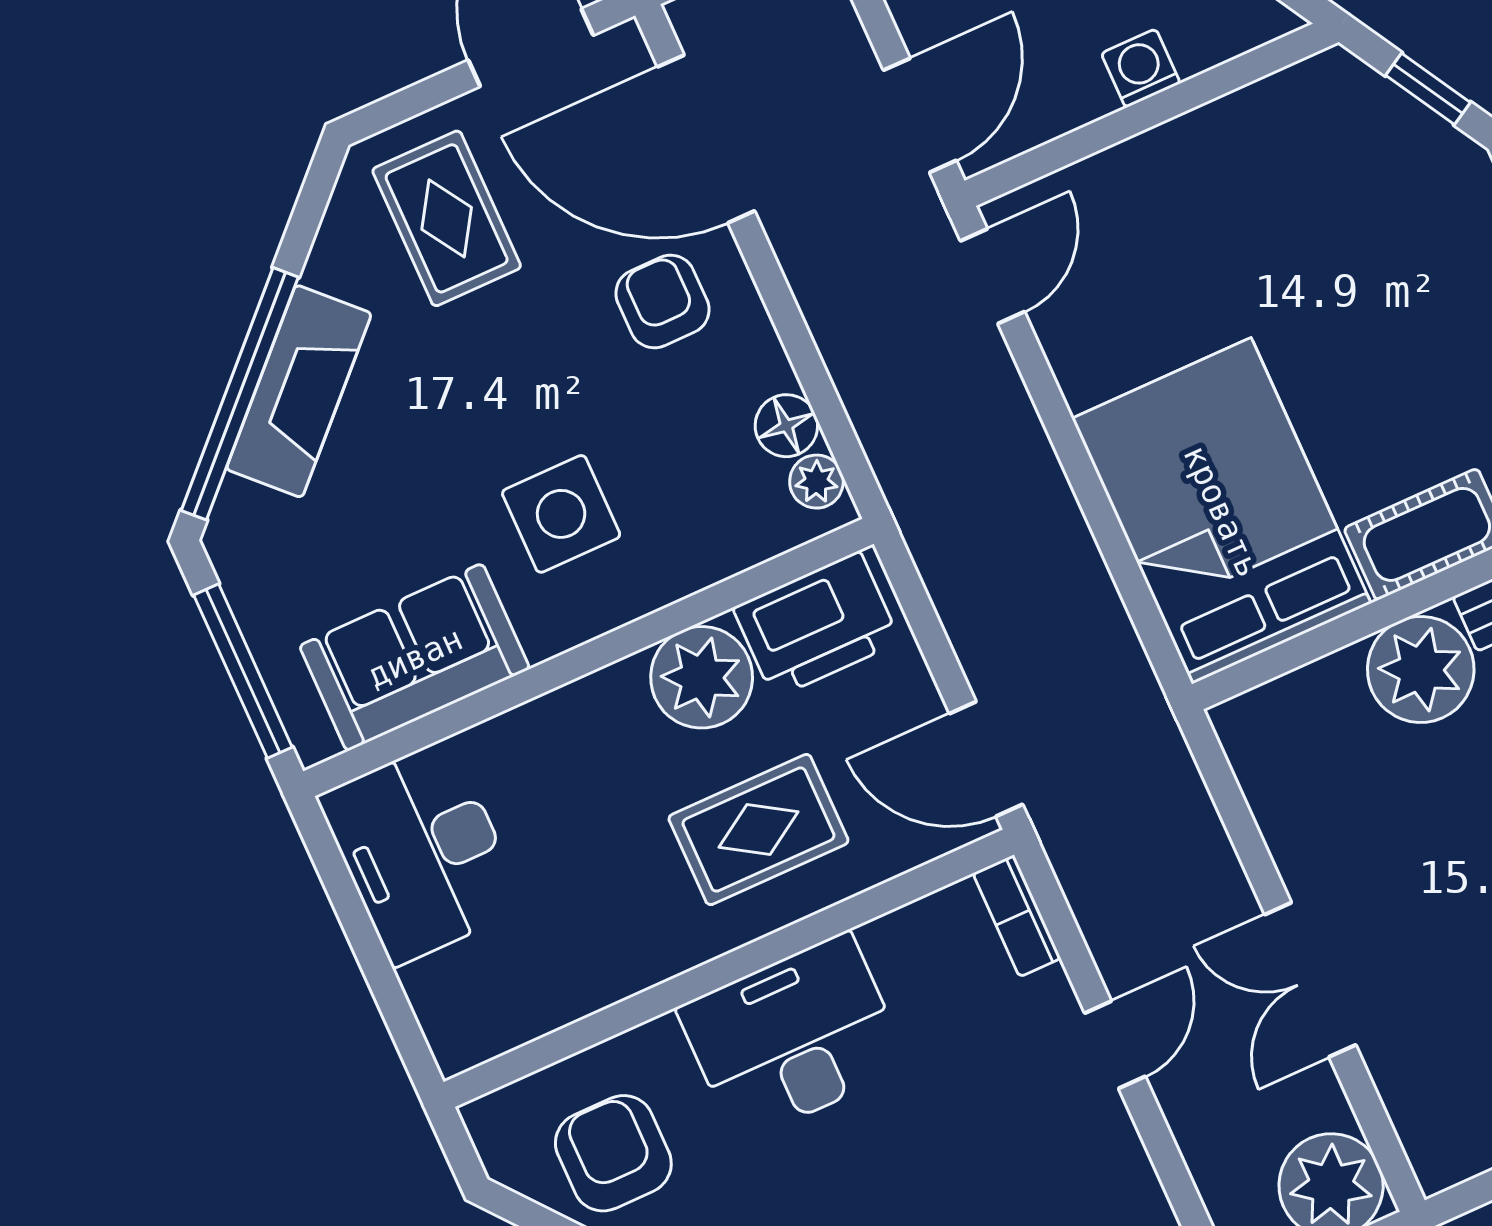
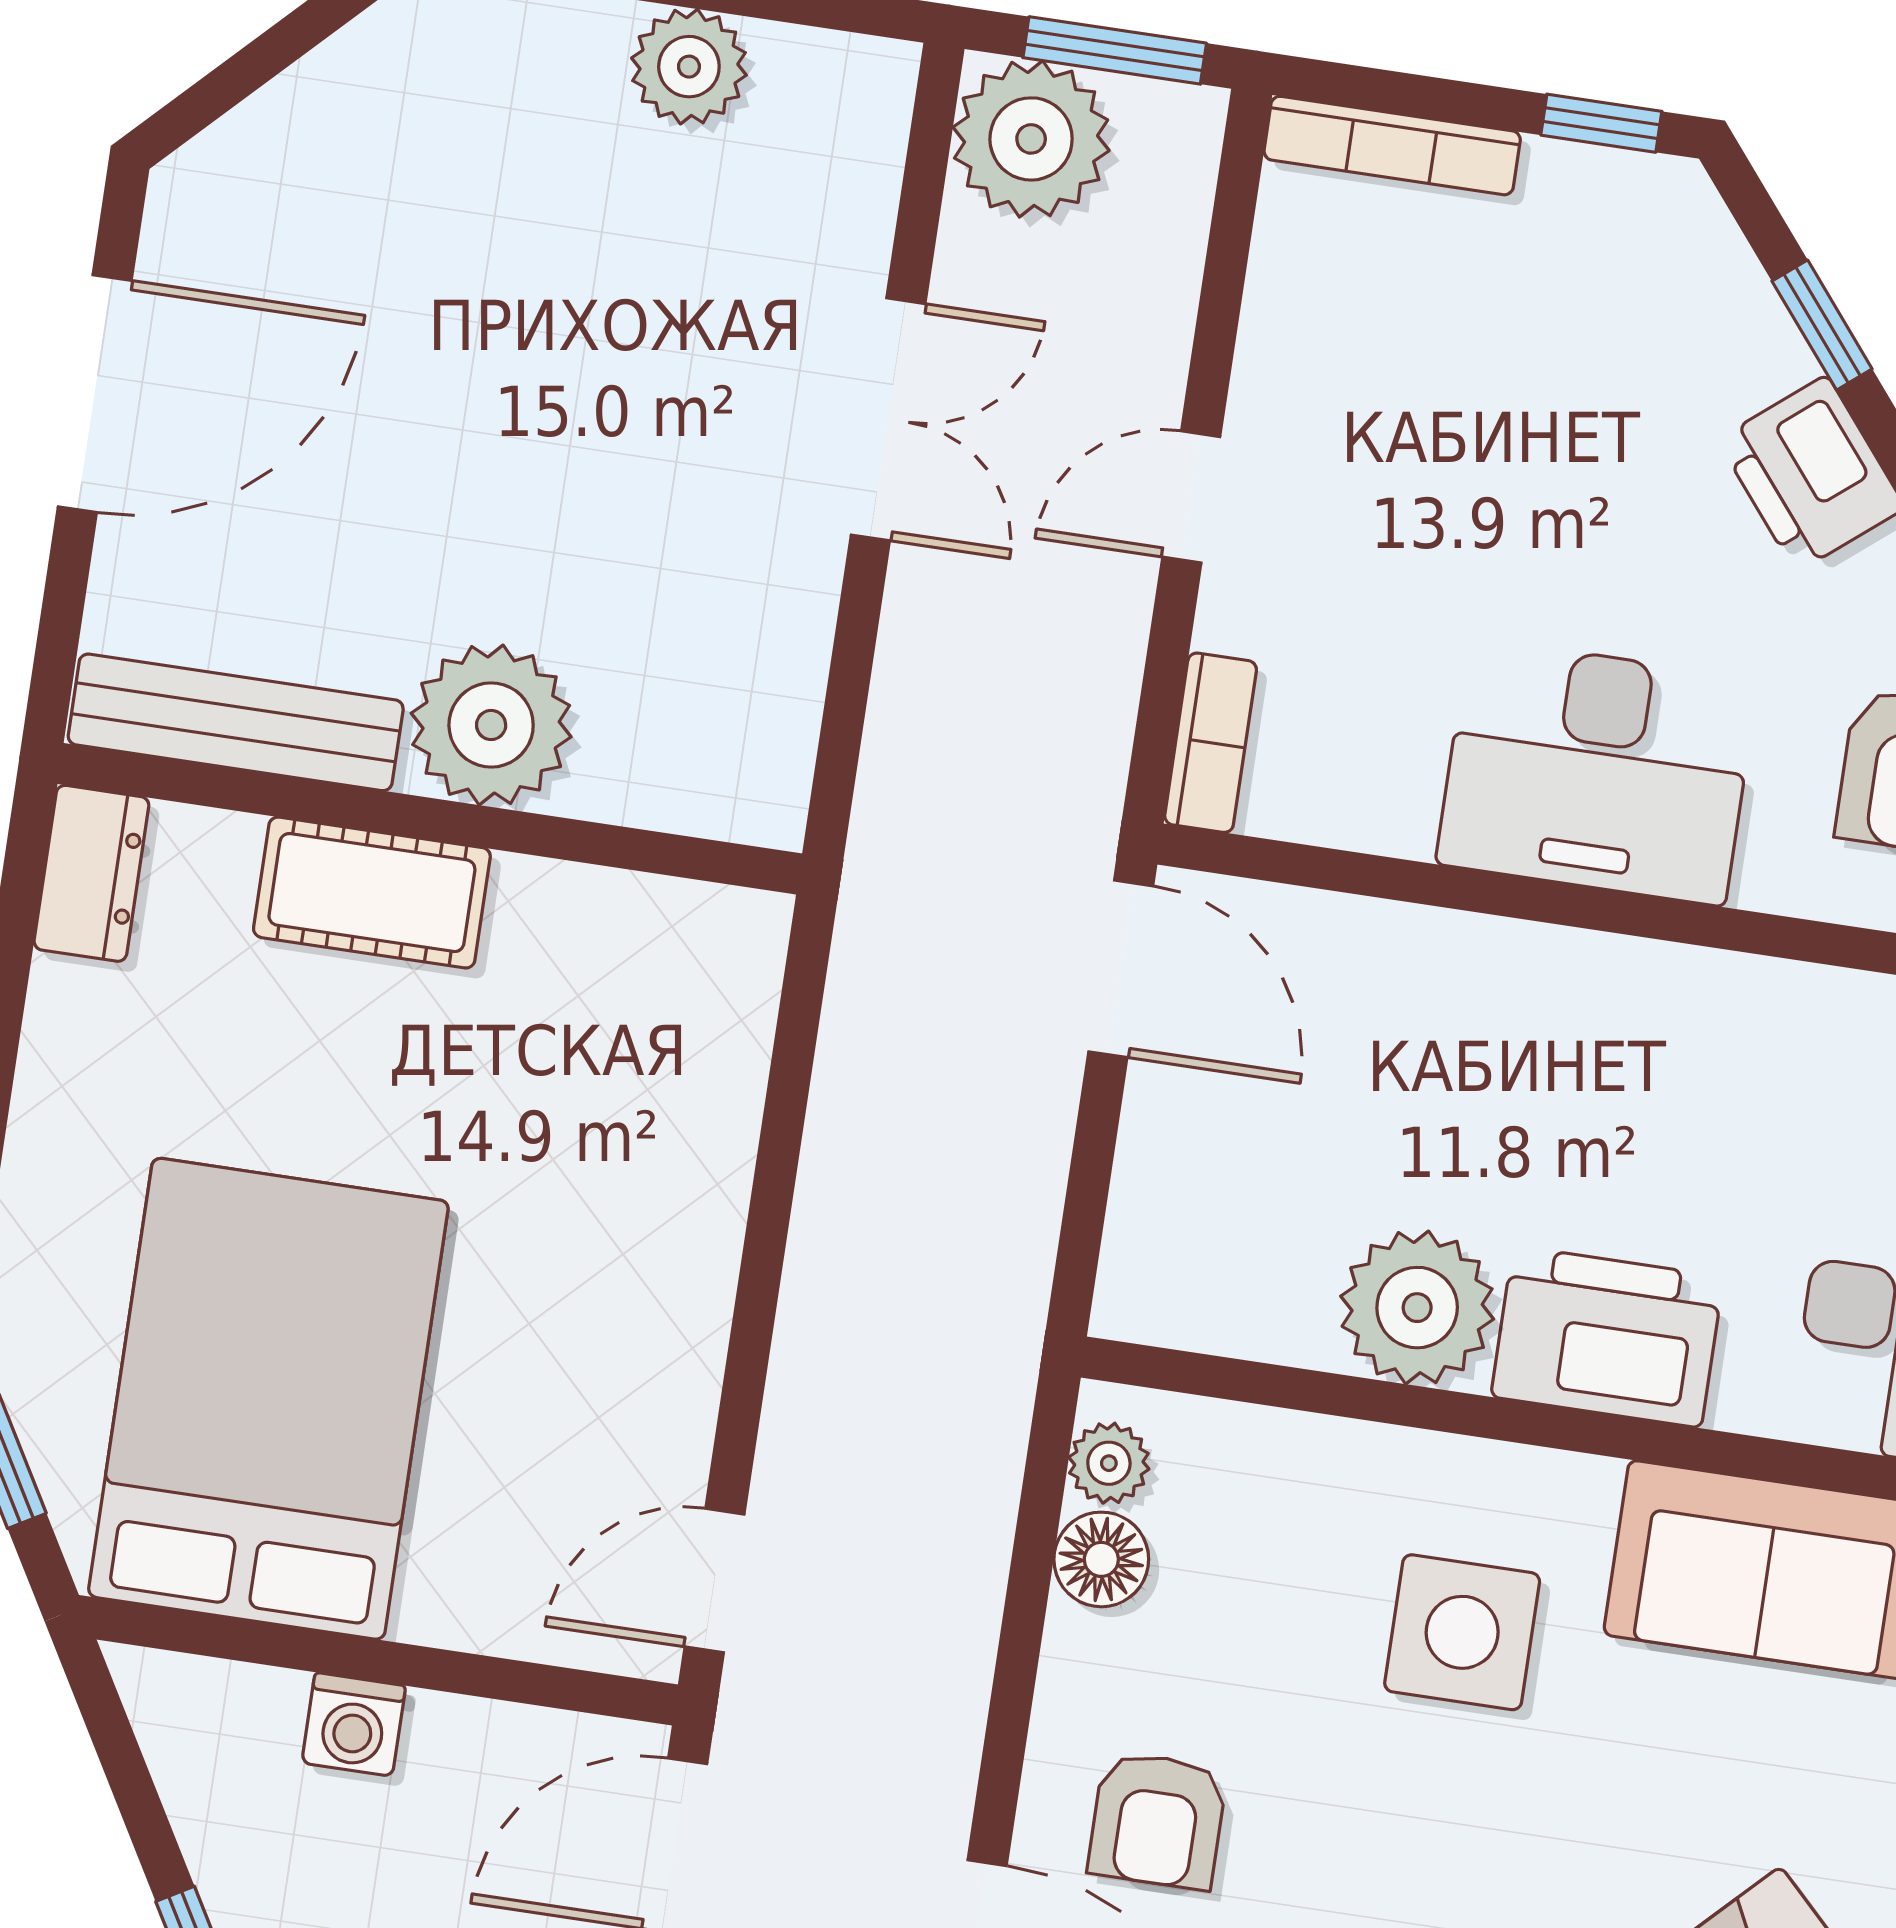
bed: (1222, 511) -> (268, 1399), moved, turned 180
printer: (817, 625) -> (1607, 1337), moved
rug: (758, 830) -> (1470, 1066), removed

